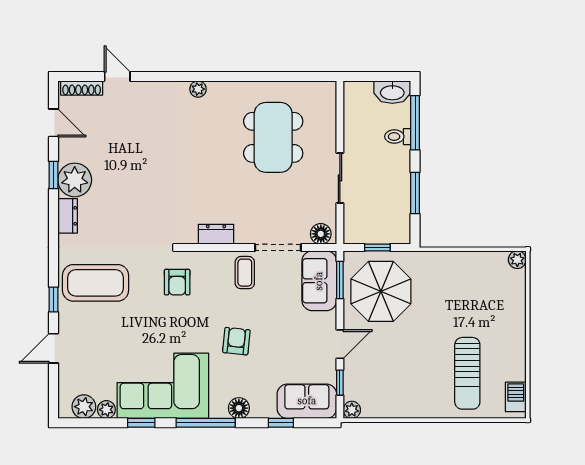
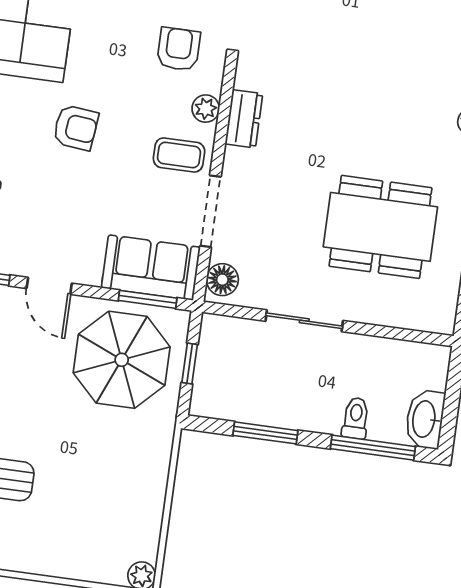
plant: (213, 260) -> (206, 109), added
armchair: (177, 282) -> (179, 49), turned 90

